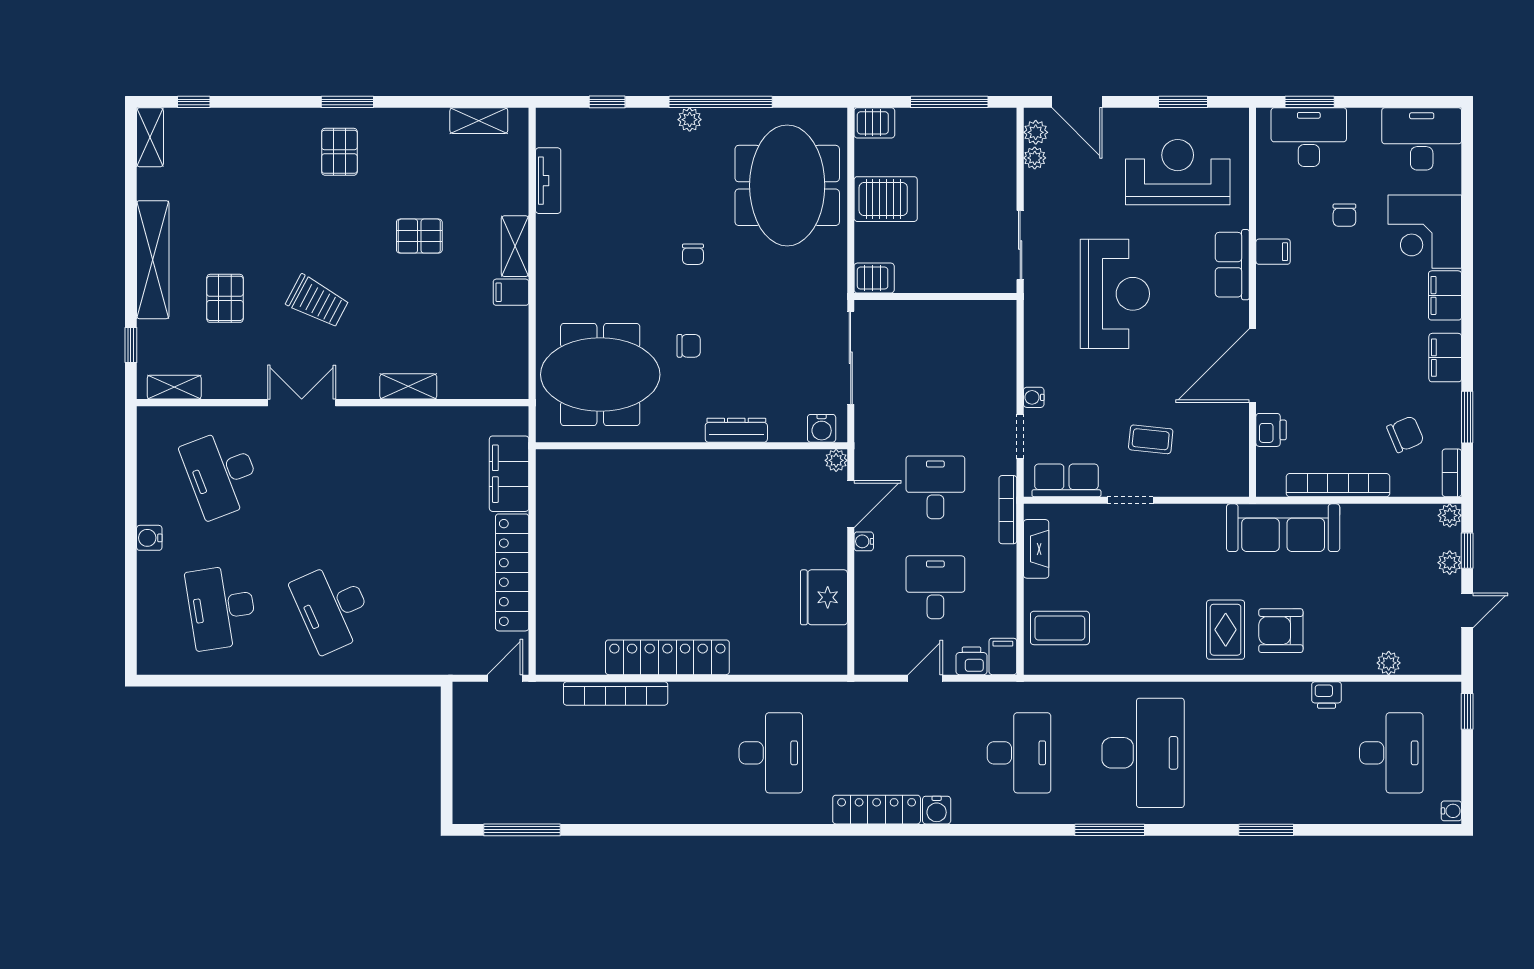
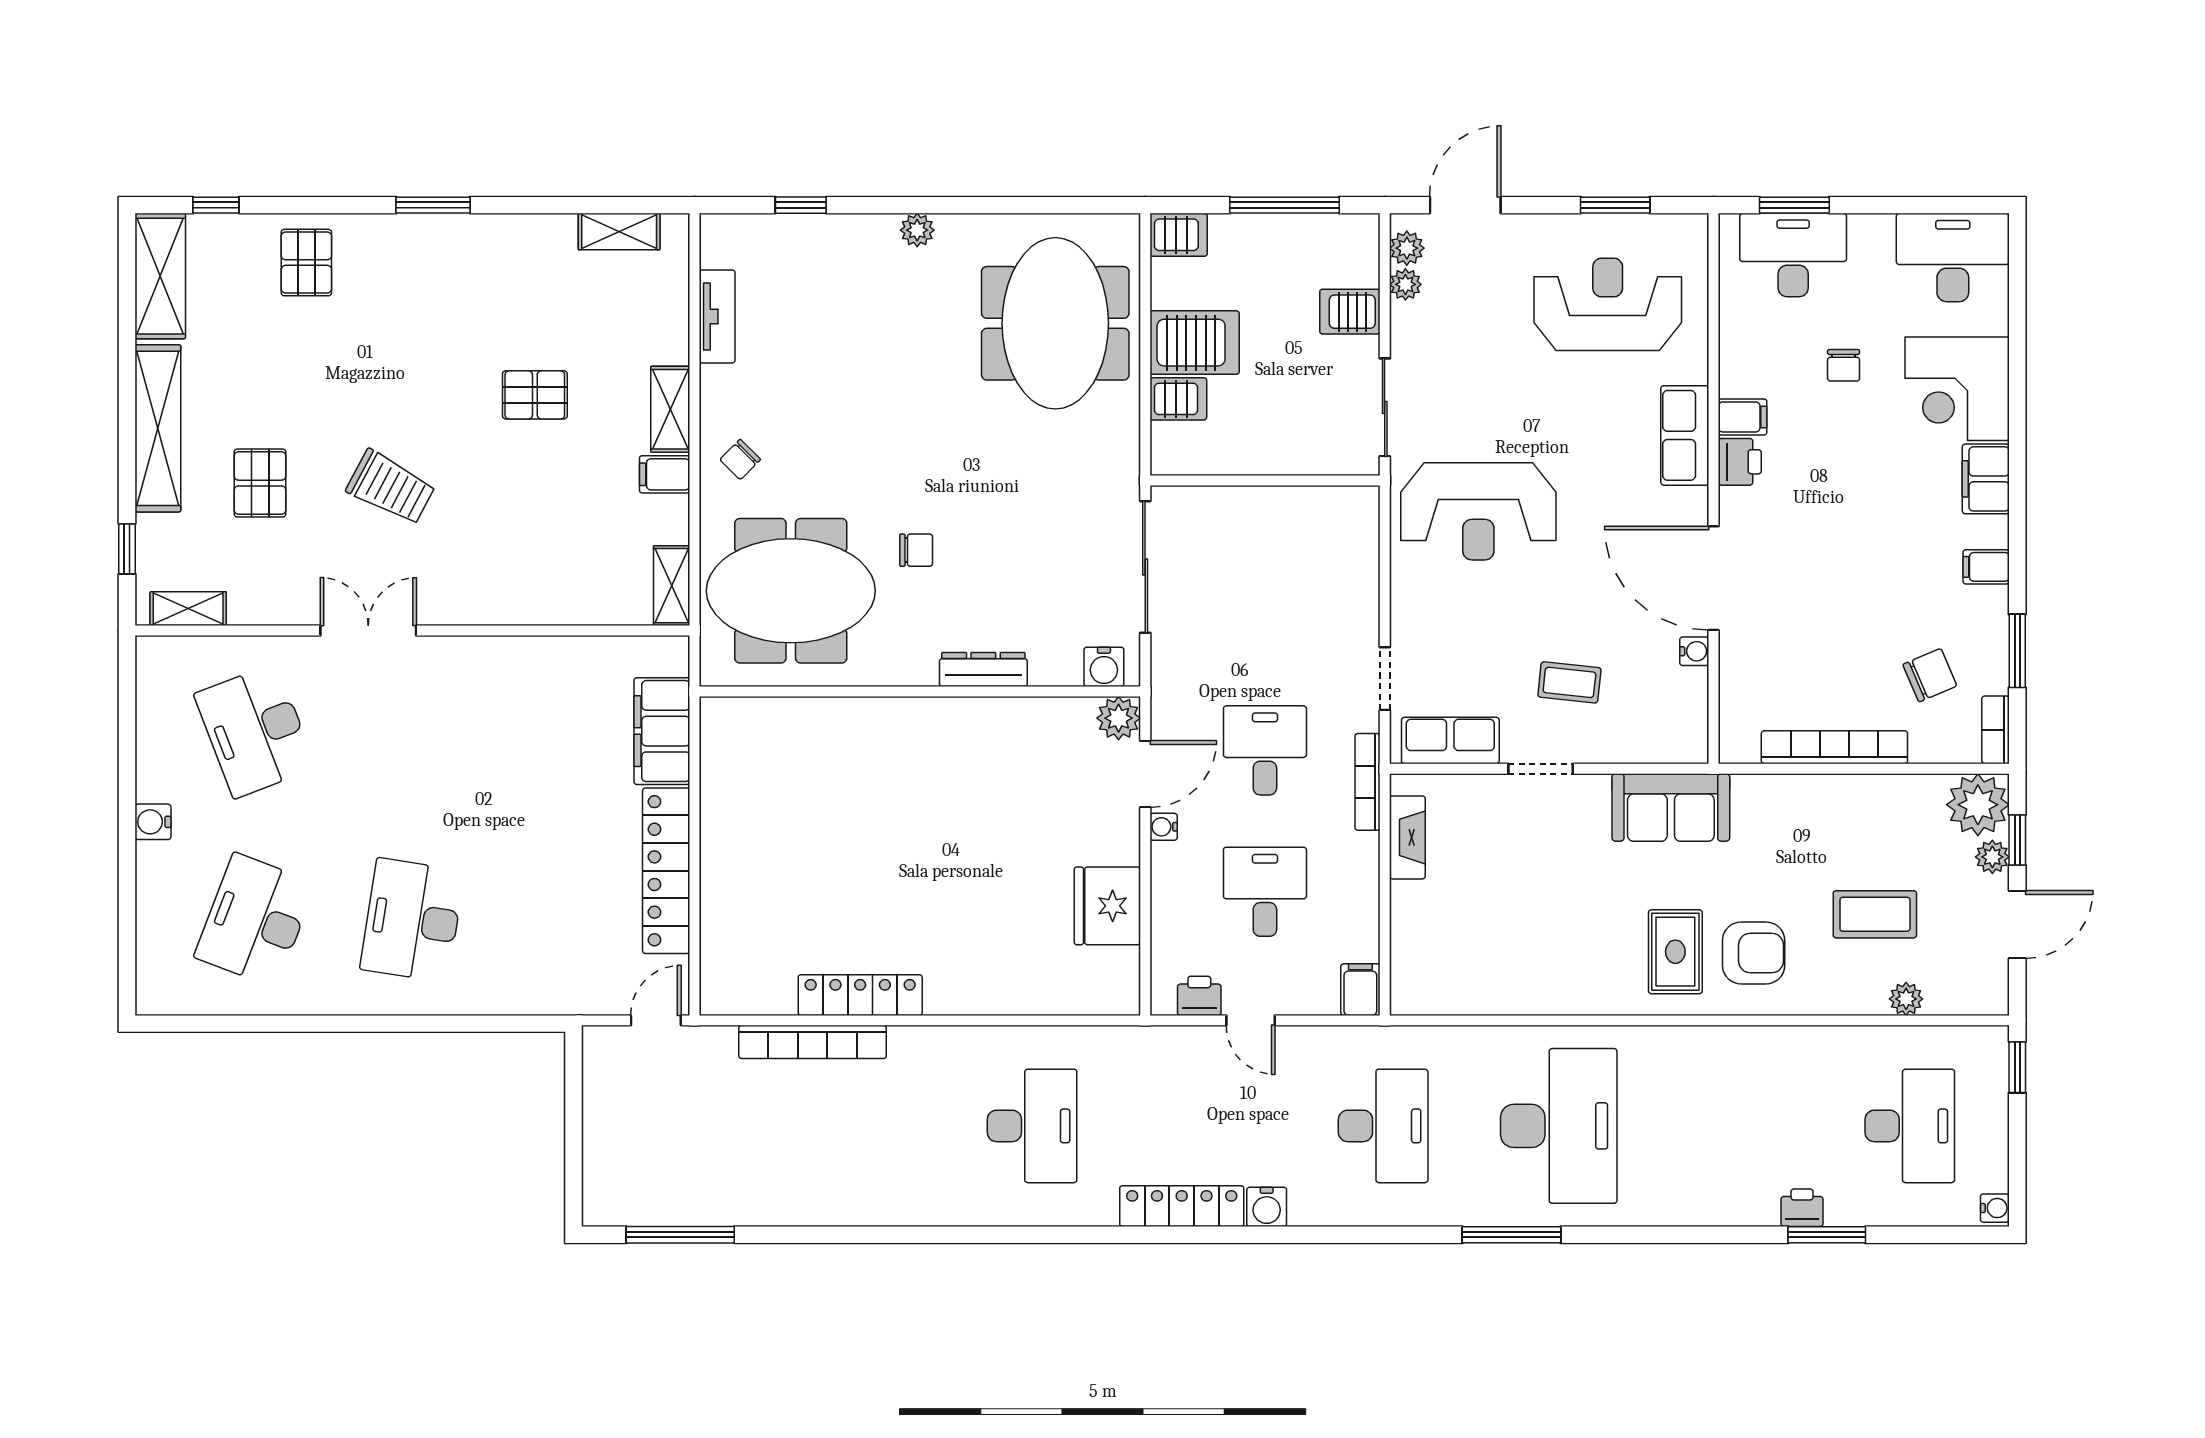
window: (721, 102) -> (961, 205), removed
door: (1077, 102) -> (1465, 205), swing flipped
shelving: (150, 137) -> (160, 276), width x1.50, depth x1.33
pallet: (339, 152) -> (306, 263), moved
server rack: (995, 177) -> (1350, 312), added
chair: (693, 254) -> (740, 459), moved, turned 45
server rack: (874, 278) -> (1178, 399), moved
reception desk: (1115, 294) -> (1478, 511), moved, turned 90
filing cabinet: (1445, 358) -> (1986, 567), width x0.50
door: (1253, 366) -> (1714, 578), hinge flipped
shelving: (408, 386) -> (672, 586), moved, turned 90
water cooler: (1034, 397) -> (1694, 651), moved, turned 180
printer: (1271, 430) -> (1740, 462), moved
plant: (836, 460) -> (1119, 718), width x1.38, depth x1.38
plant: (1450, 515) -> (1978, 805), width x1.87, depth x1.87
sofa: (1283, 528) -> (1671, 807), moved, width x0.73
desk: (221, 607) -> (255, 920), turned 30
desk: (333, 607) -> (412, 920), turned 33
door: (1467, 610) -> (2017, 924), width x1.38
coffee table: (1060, 628) -> (1875, 914), moved
armchair: (1281, 631) -> (1754, 953), turned 180
locker: (667, 657) -> (860, 995), width x0.71, depth x0.83
printer: (971, 661) -> (1199, 996), moved
door: (925, 678) -> (1251, 1020), swing flipped
printer: (1327, 695) -> (1802, 1208), moved, turned 180
window: (1266, 830) -> (1827, 1235), moved

